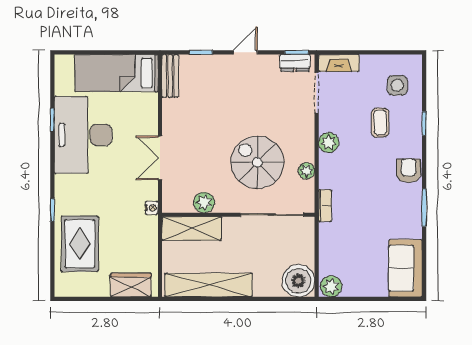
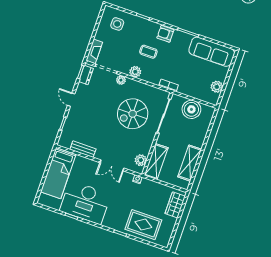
bench: (170, 76) -> (83, 149), moved
coffee table: (380, 122) -> (148, 52), moved
plant: (306, 171) -> (121, 80), moved
plant: (204, 202) -> (141, 160), moved
sofa: (406, 268) -> (212, 52), width x1.36
boiler: (298, 281) -> (191, 109), moved
shelving: (208, 285) -> (190, 163), width x0.68
plant: (331, 286) -> (217, 87), moved

